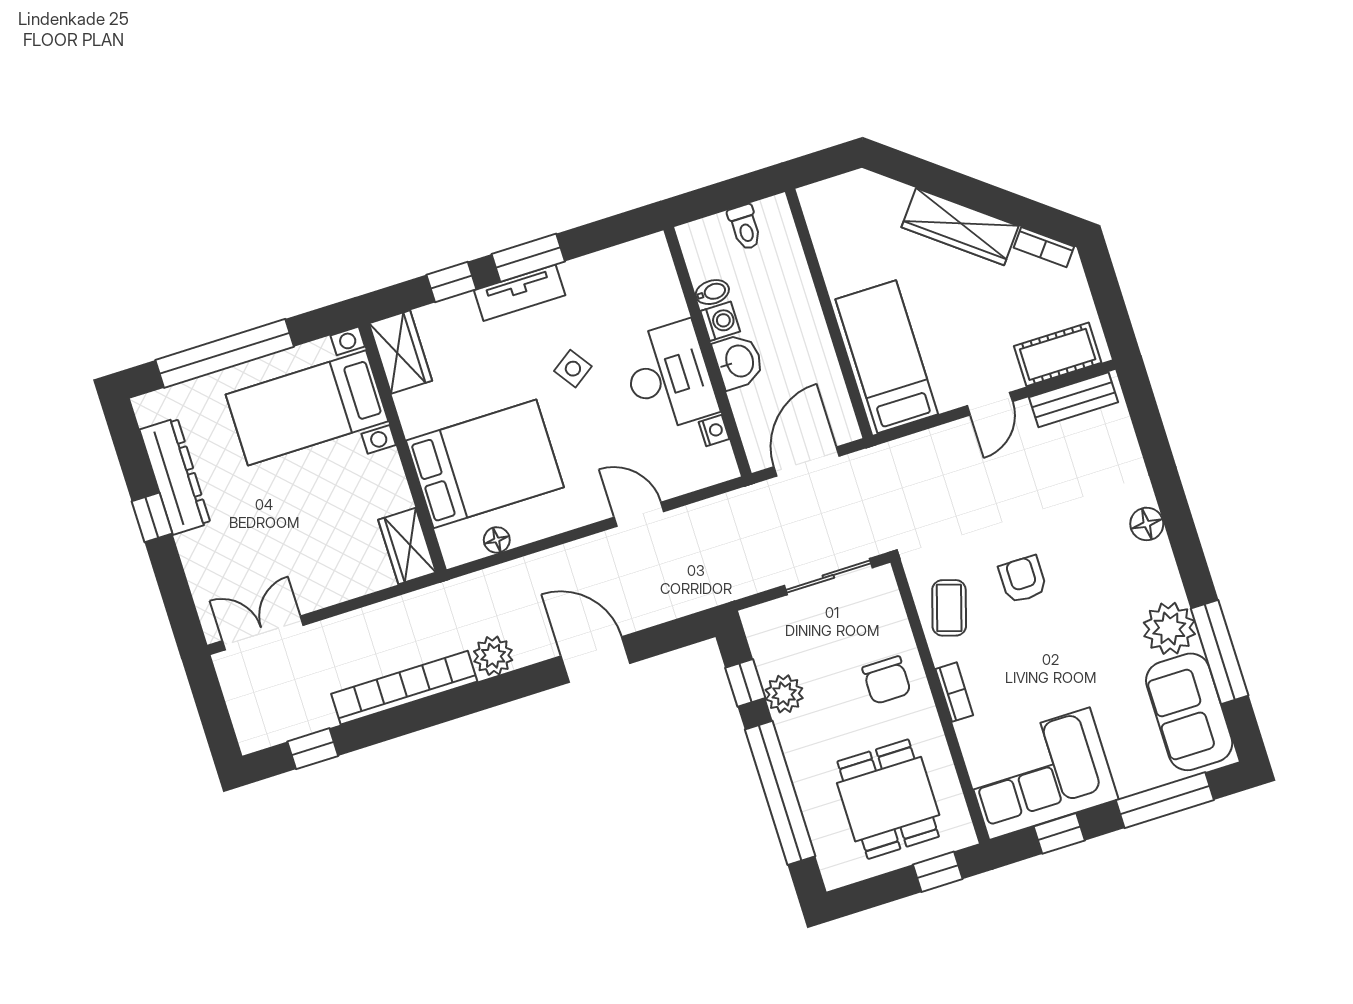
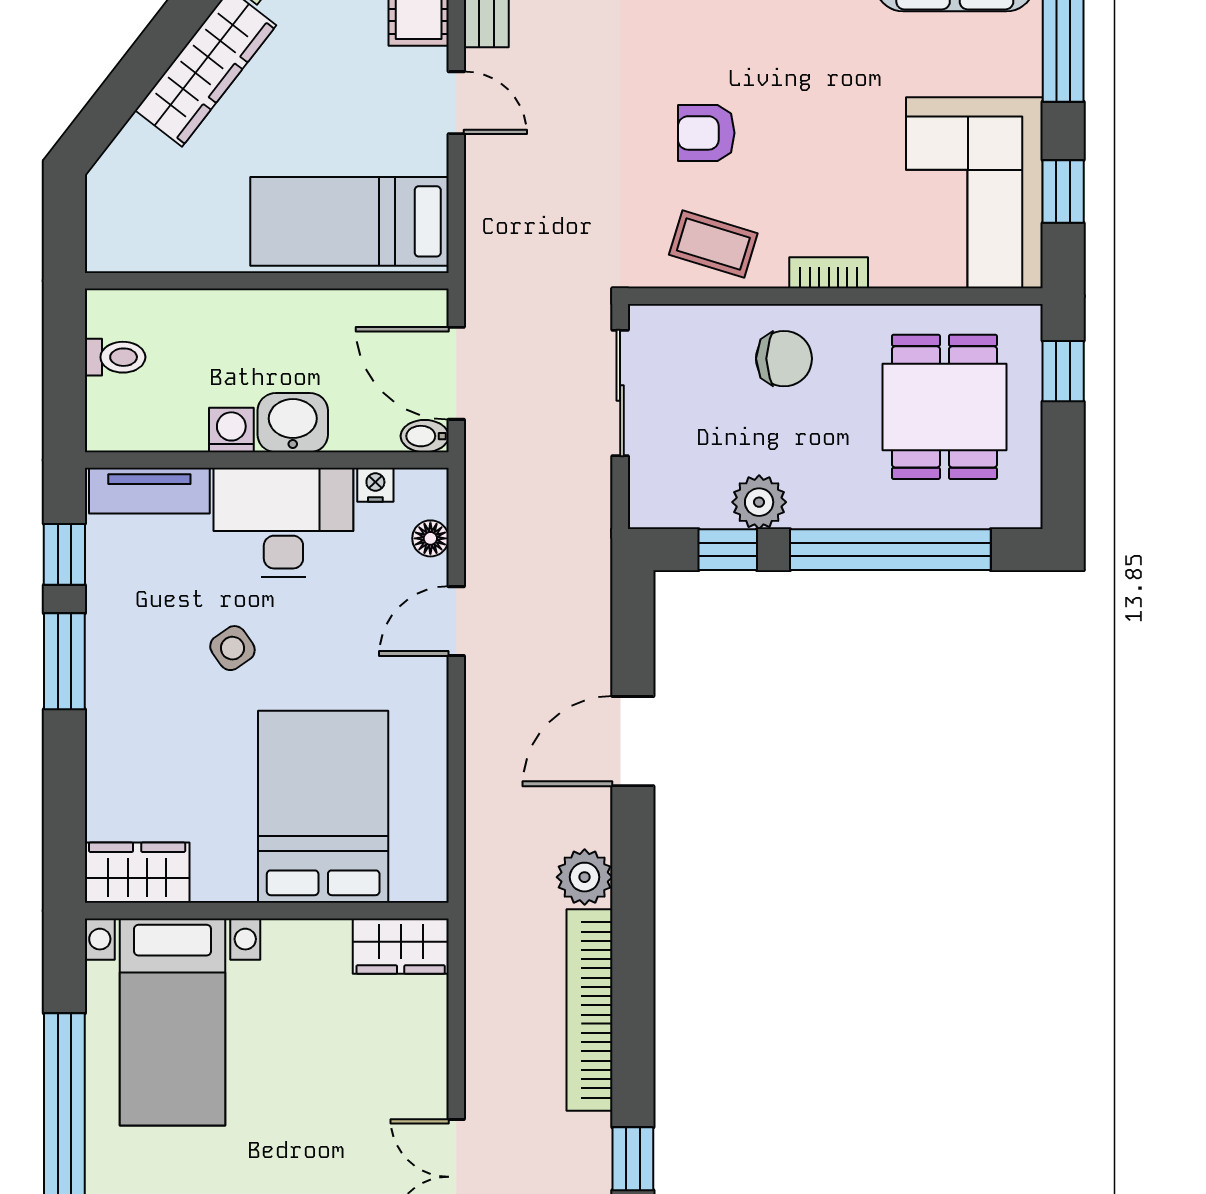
window: (451, 282) -> (64, 554), moved
bidet: (712, 292) -> (425, 436), moved, turned -90
tv unit: (520, 293) -> (149, 491), moved, turned 90
floor lamp: (497, 540) -> (430, 538), moved
dining table: (888, 799) -> (944, 407), turned 90

